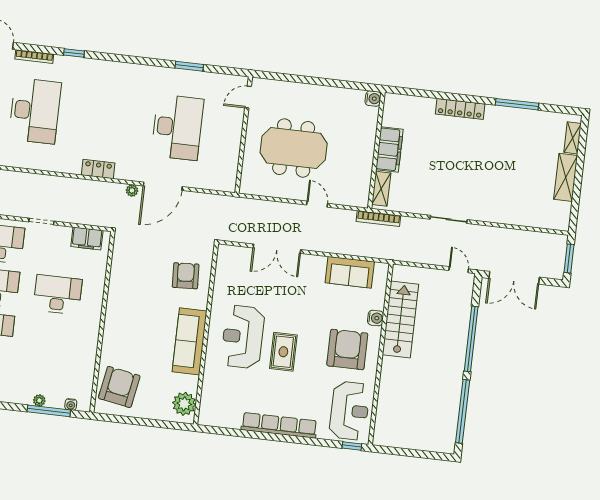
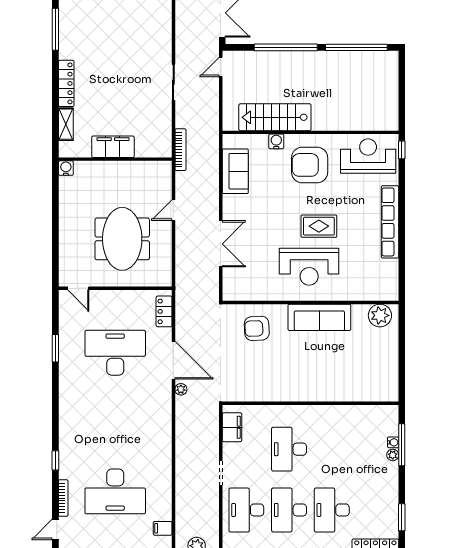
desk: (35, 111) -> (115, 491), turned 180
locker: (98, 169) -> (164, 311), moved
shelving: (381, 189) -> (66, 124), moved, turned 90
armchair: (119, 387) -> (371, 380), removed
water cooler: (71, 404) -> (393, 442), moved

